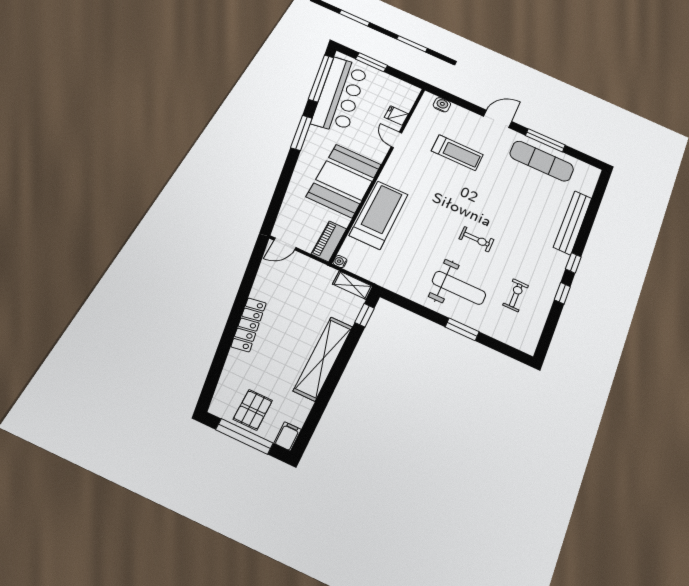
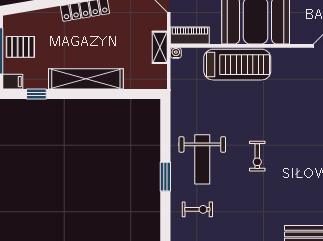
shelving: (353, 285) -> (160, 47), moved
exercise bike: (516, 295) -> (197, 209), moved
window: (365, 315) -> (36, 94), moved

